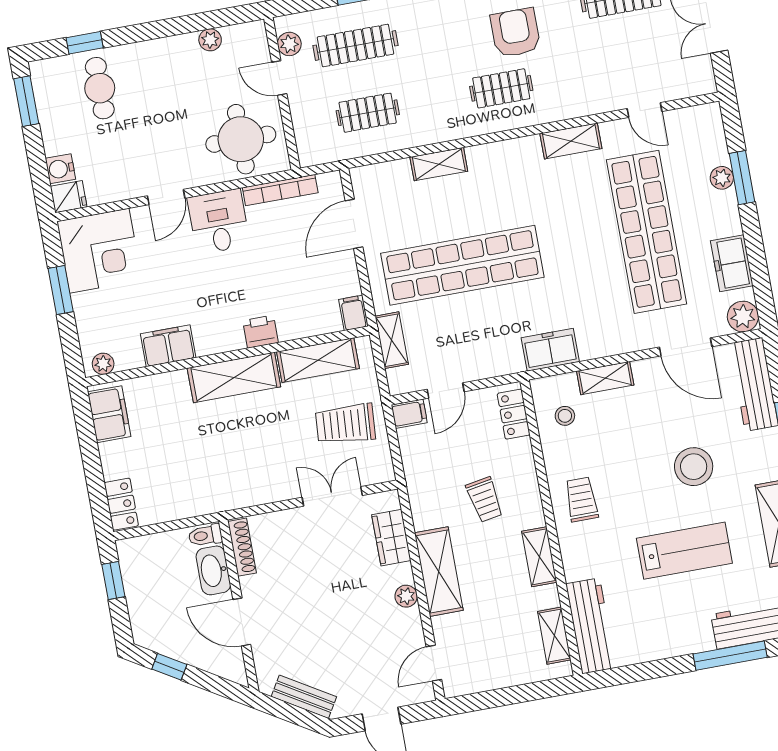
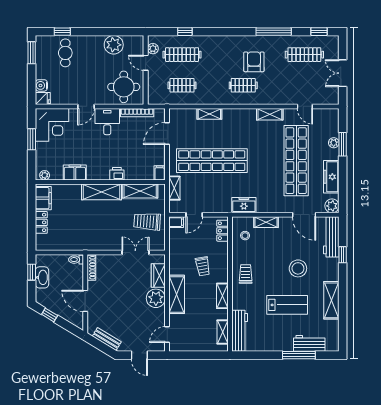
plant: (210, 40) -> (114, 45), width x1.88, depth x1.88
freezer: (732, 263) -> (331, 177), width x1.40
locker: (121, 504) -> (41, 222), moved
washbasin: (213, 570) -> (42, 277), moved, turned 180
plant: (406, 596) -> (156, 298), width x1.88, depth x1.88

